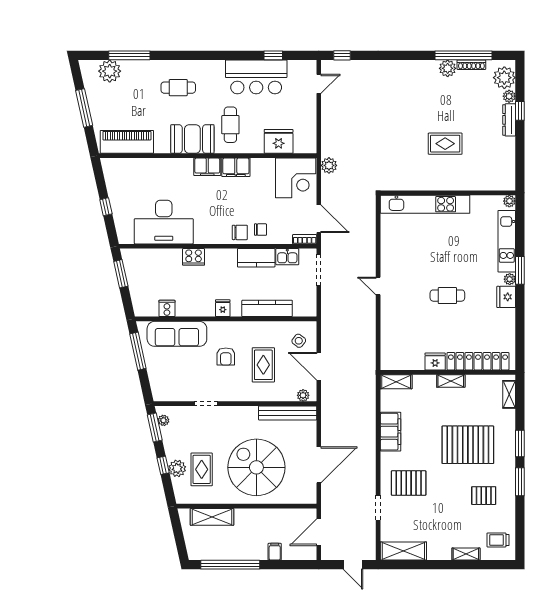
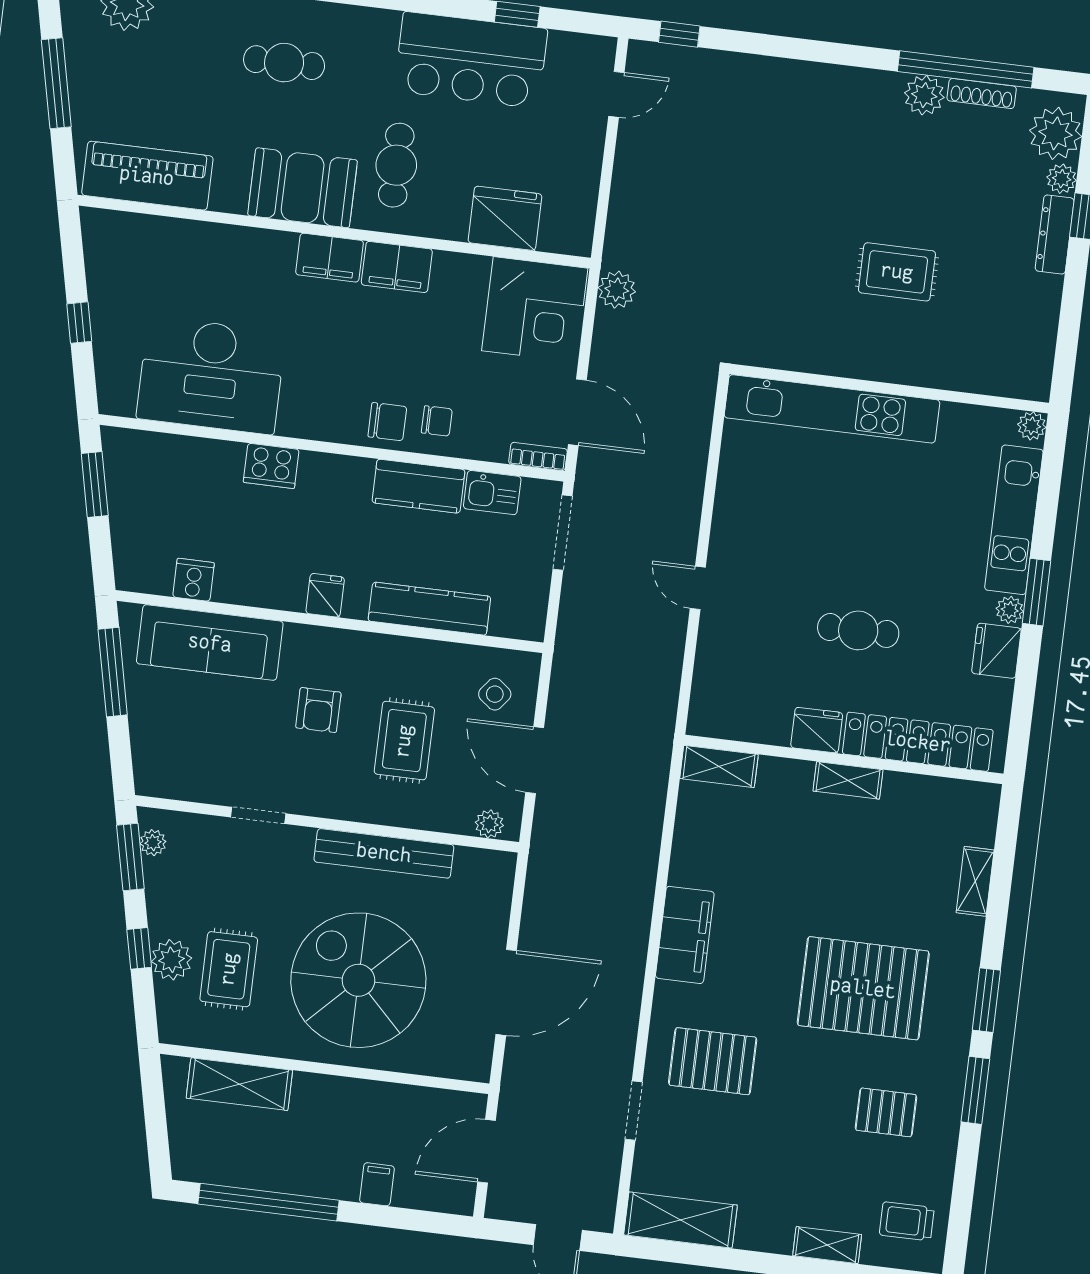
locker: (478, 361) -> (918, 742), moved
fridge: (435, 362) -> (817, 730), moved
wall: (448, 372) -> (844, 759), moved
shelving: (451, 381) -> (848, 780), moved
shelving: (396, 382) -> (719, 766), moved
bench: (288, 413) -> (384, 853), moved

